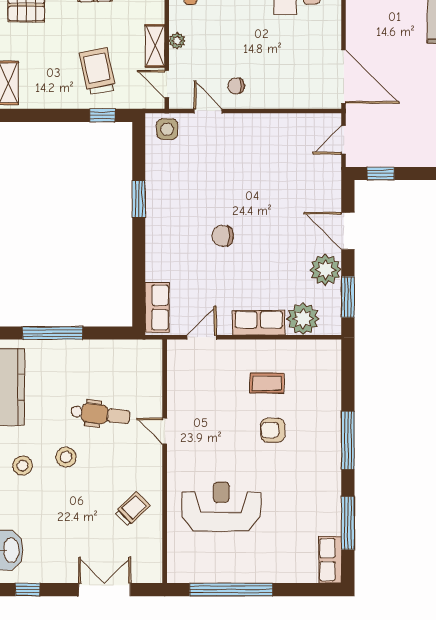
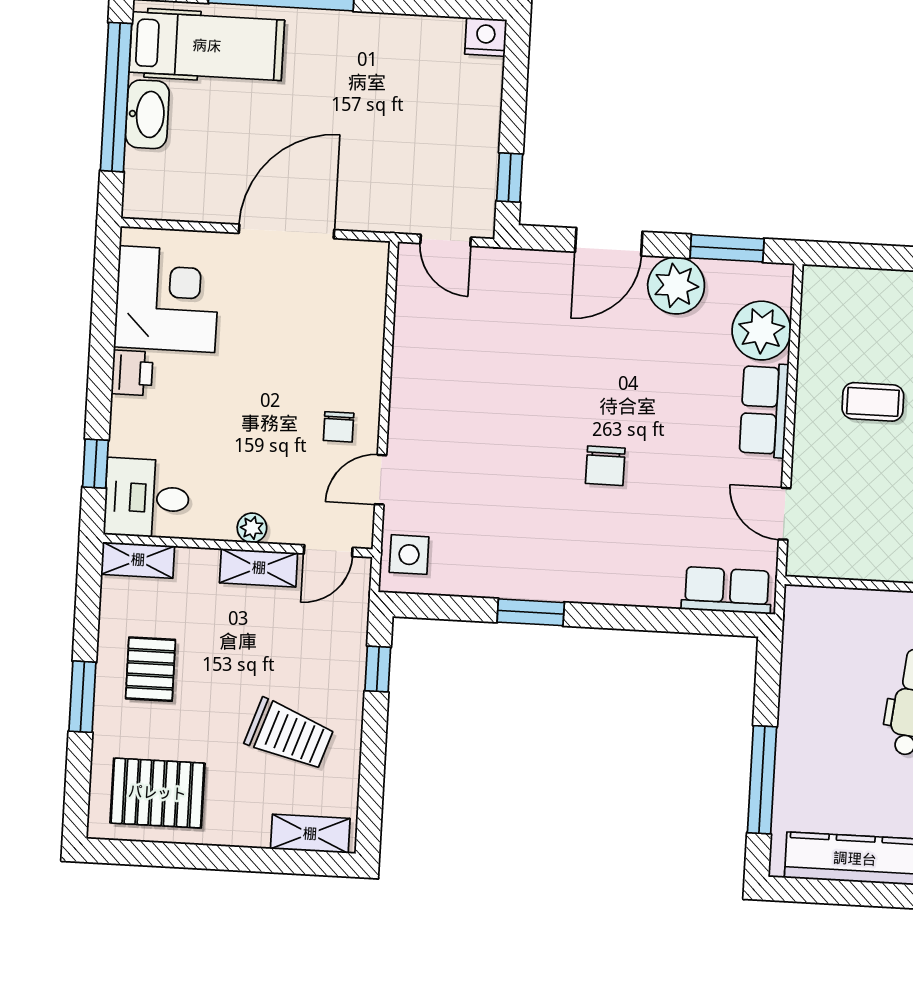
trolley: (97, 71) -> (289, 735), moved, turned -149
door: (344, 77) -> (287, 231), moved
coffee table: (267, 383) -> (873, 402), turned 90

